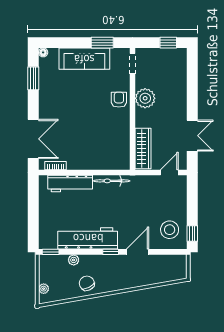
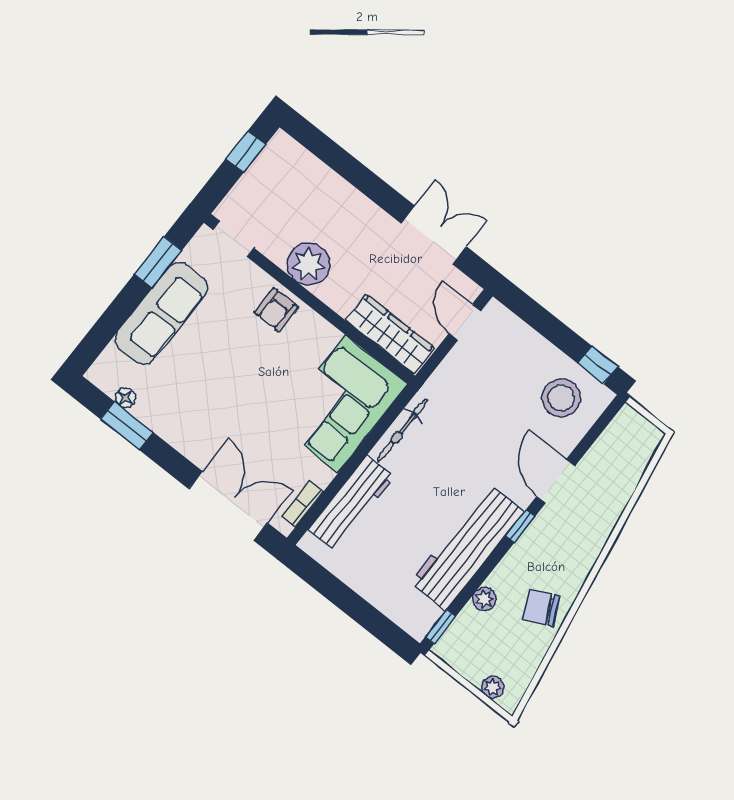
floor lamp: (43, 52) -> (126, 398), moved
armchair: (119, 100) -> (276, 310), turned -90
corner sofa: (104, 151) -> (342, 404), added

